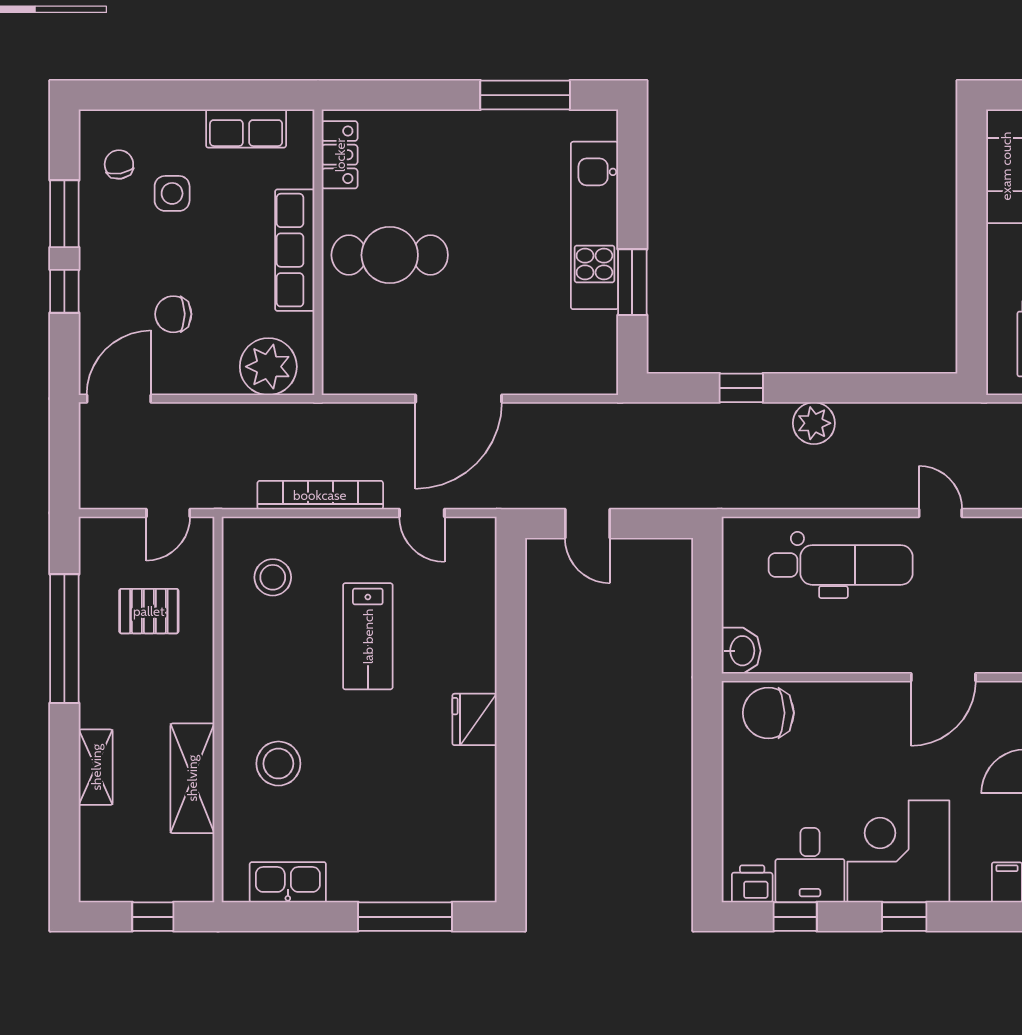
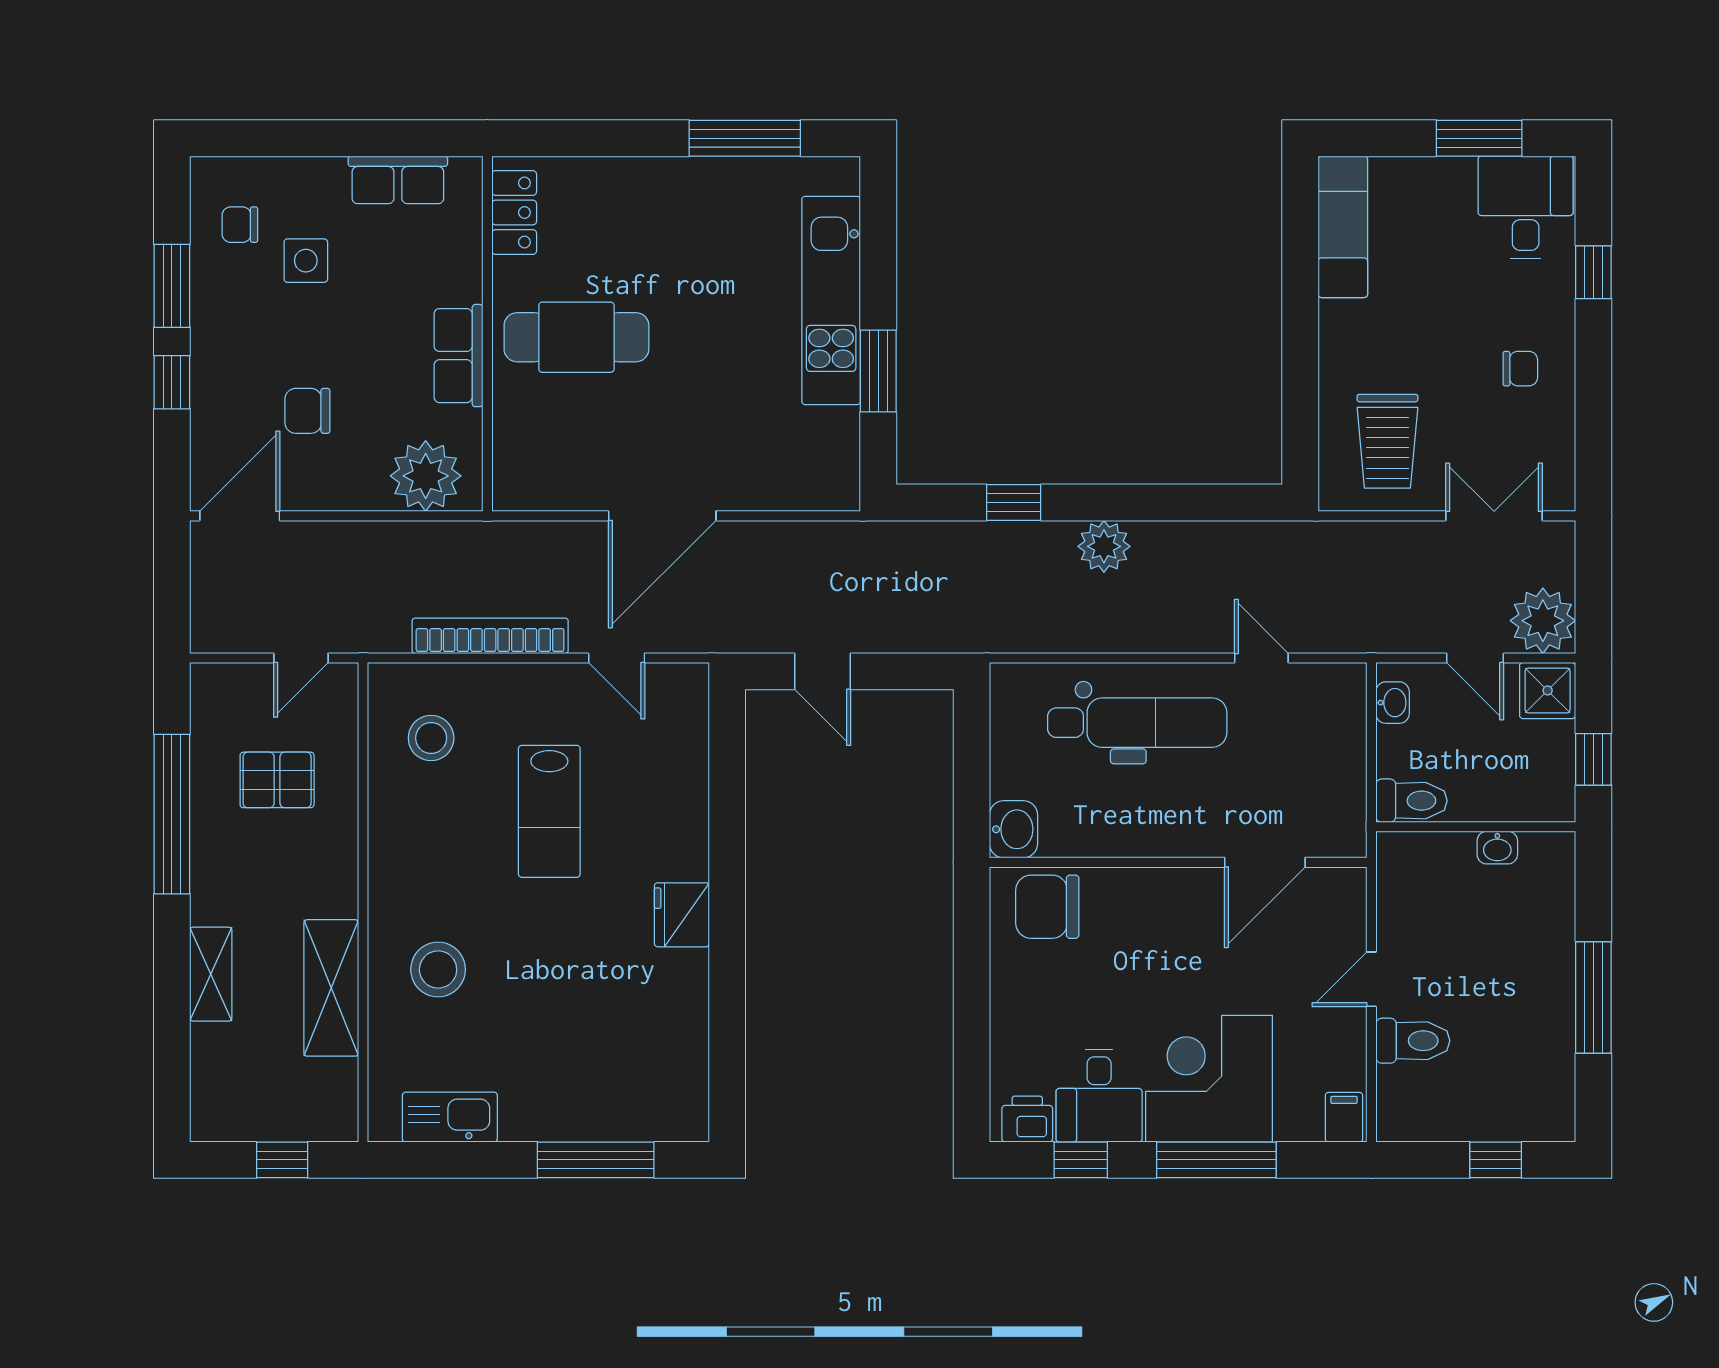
chair: (119, 164) -> (240, 225), turned -81
row of seats: (295, 250) -> (458, 356), width x0.68
window: (904, 917) -> (1216, 1160), width x2.17

